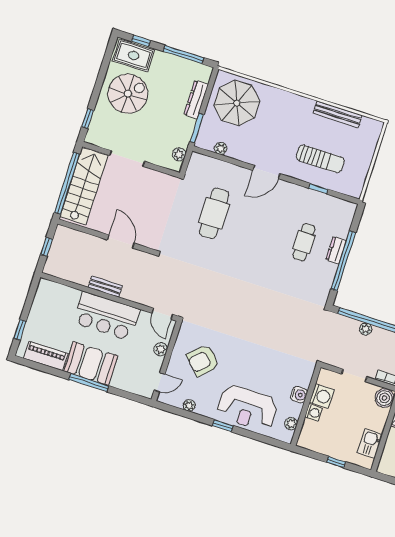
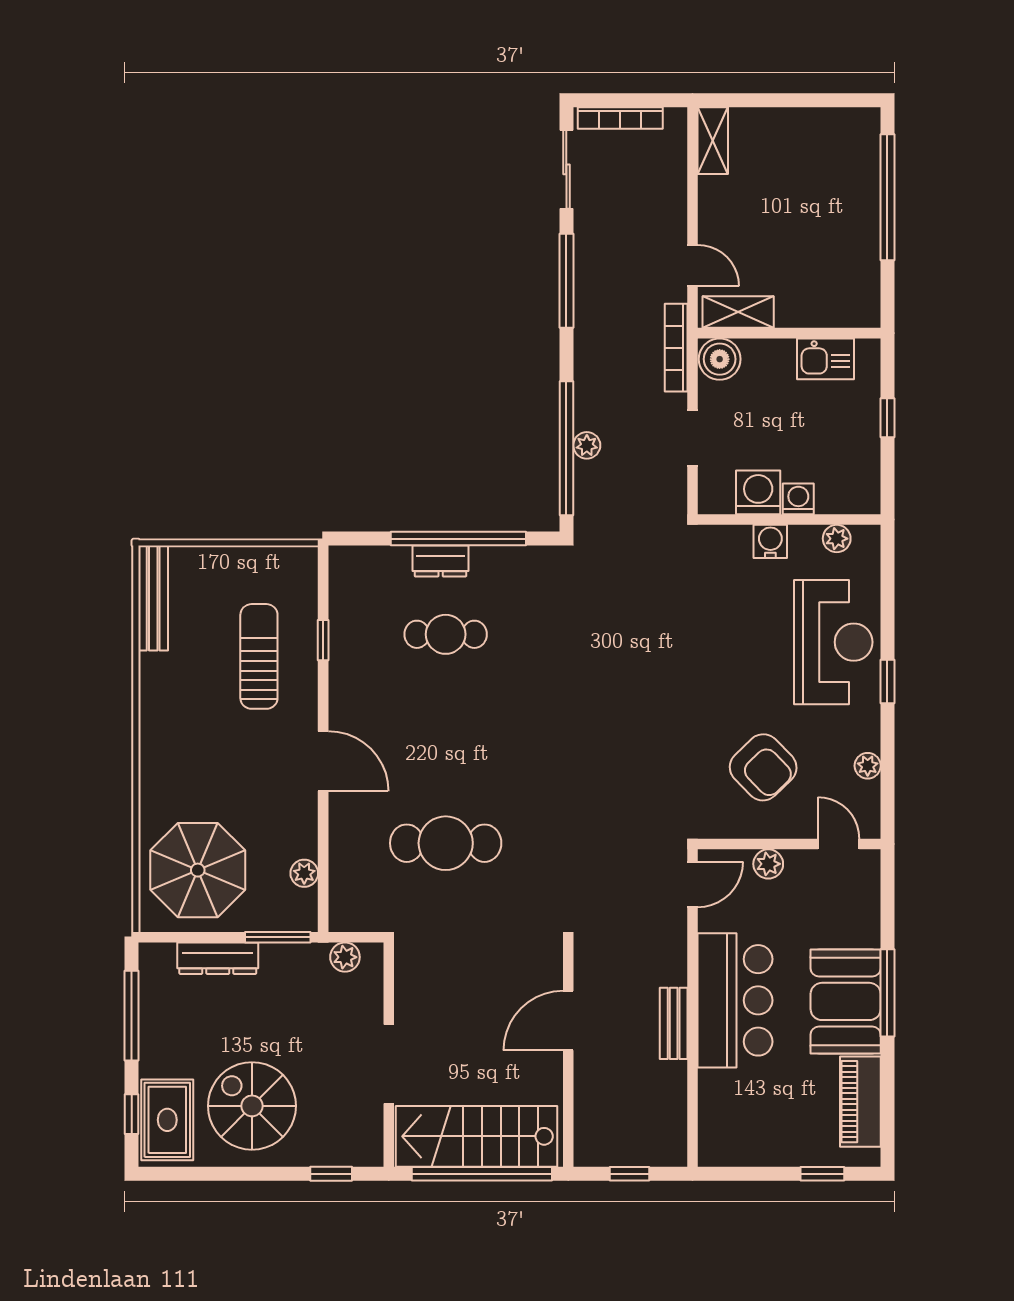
bench: (338, 114) -> (153, 598), moved

